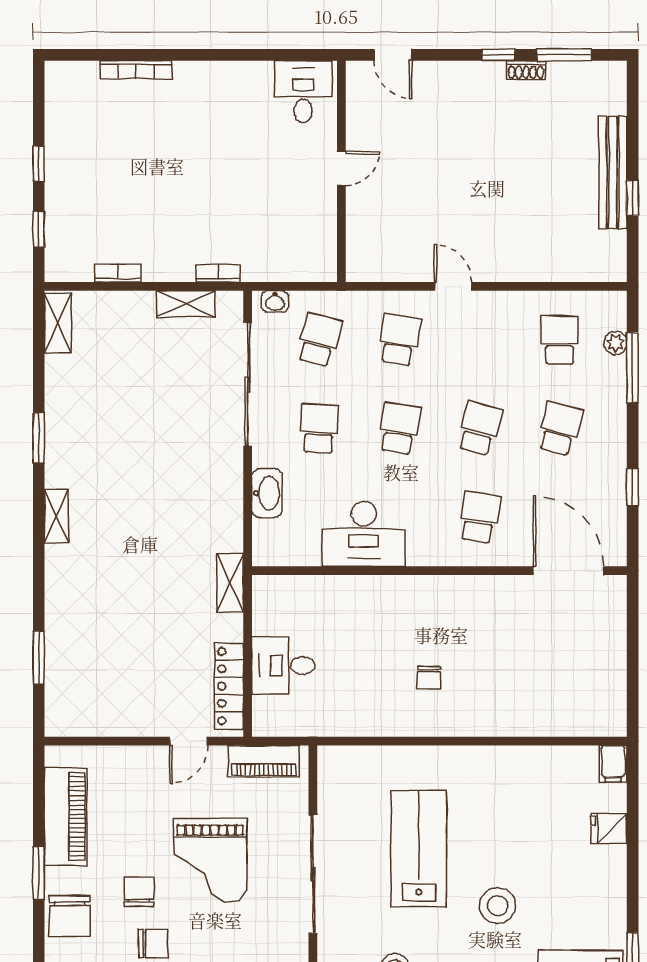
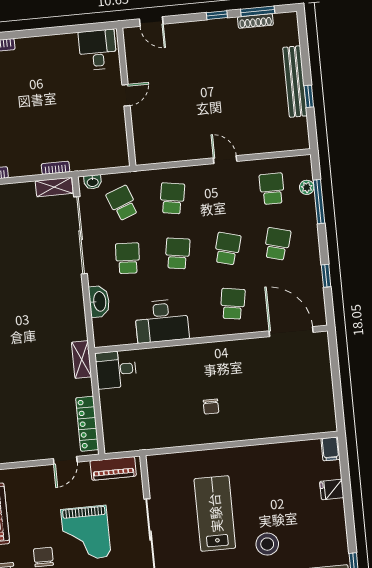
shoe rack: (526, 70) -> (255, 21), moved, width x1.43
door: (453, 286) -> (225, 160), moved
shelving: (186, 304) -> (54, 187), moved
school desk: (319, 340) -> (122, 203), turned -36
desk: (283, 665) -> (116, 369), moved

